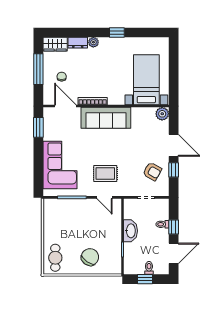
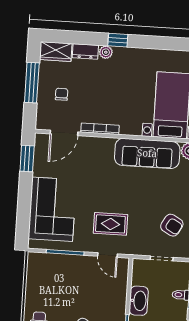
window: (117, 32) -> (118, 40), moved
door: (65, 106) -> (64, 133), swing flipped
sofa: (106, 118) -> (147, 153), moved

